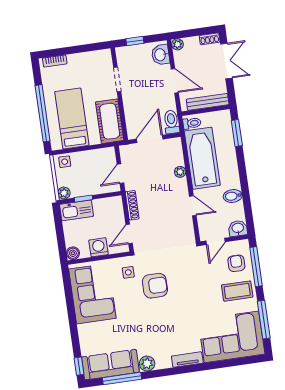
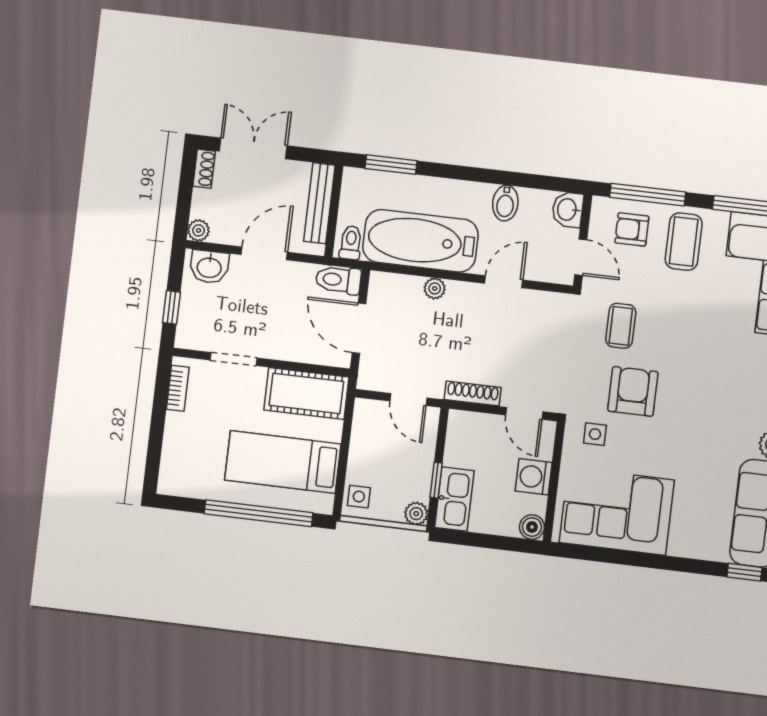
bookcase: (55, 61) -> (178, 388), moved
coffee table: (186, 271) -> (621, 326), added

